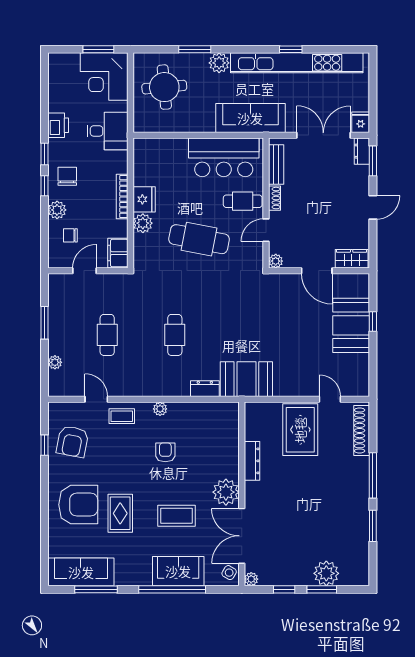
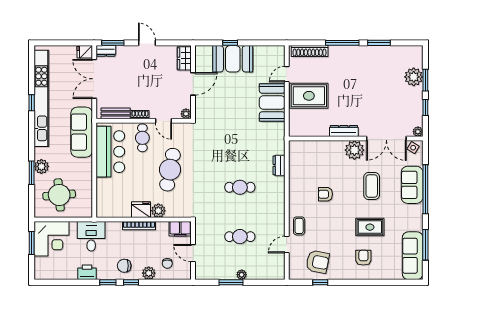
plant: (219, 63) -> (41, 166), moved
plant: (55, 362) -> (242, 275), moved
booth: (246, 379) -> (272, 103), moved
plant: (160, 409) -> (294, 198), removed
dresser: (252, 461) -> (344, 131), moved
armchair: (78, 505) -> (363, 258), width x0.53, depth x0.53

